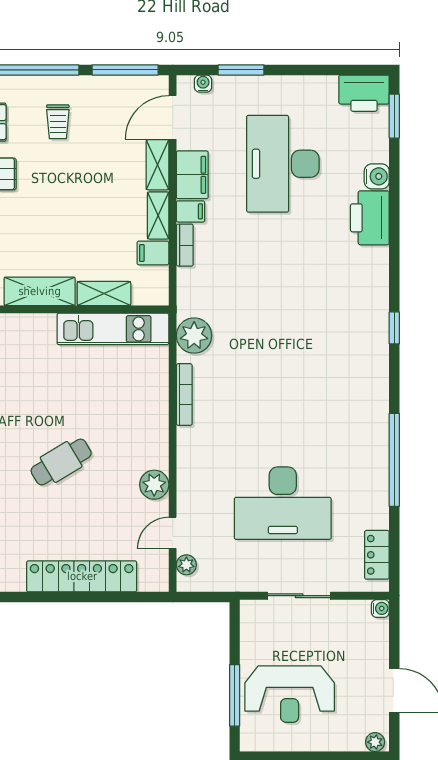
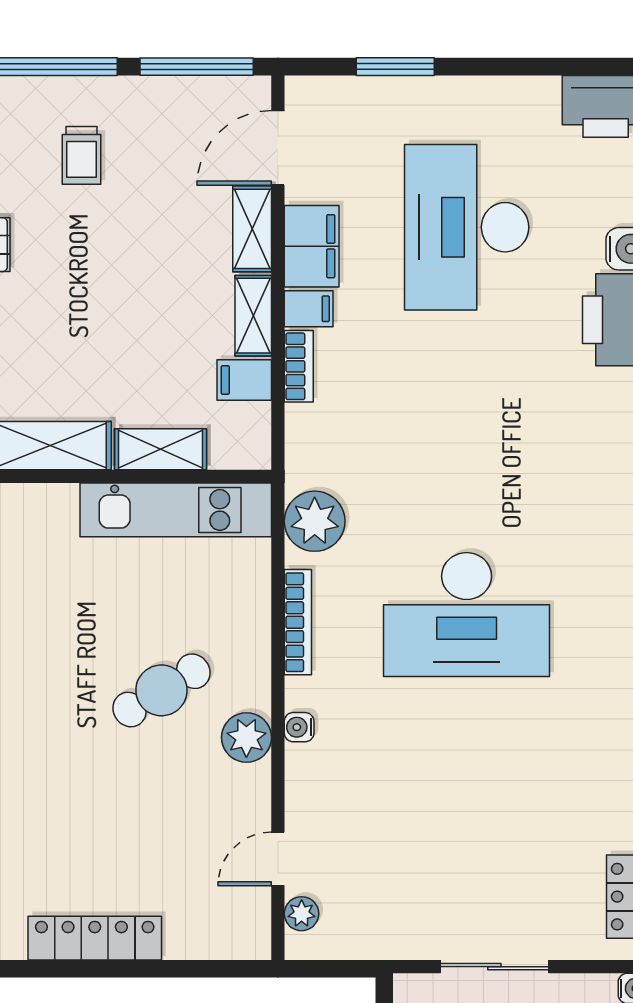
water cooler: (203, 84) -> (299, 727), moved, turned -90
cafe table: (61, 462) -> (161, 690), moved
plant: (154, 485) -> (246, 737), moved
desk: (283, 503) -> (467, 615), moved
locker: (82, 576) -> (95, 938), width x0.71, depth x0.83

